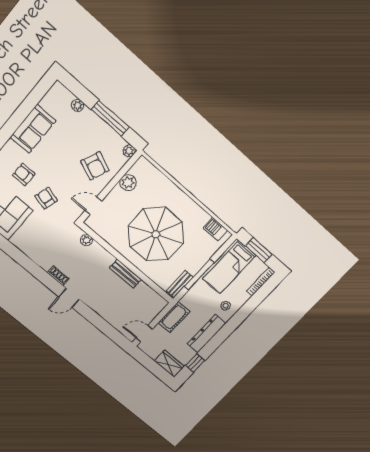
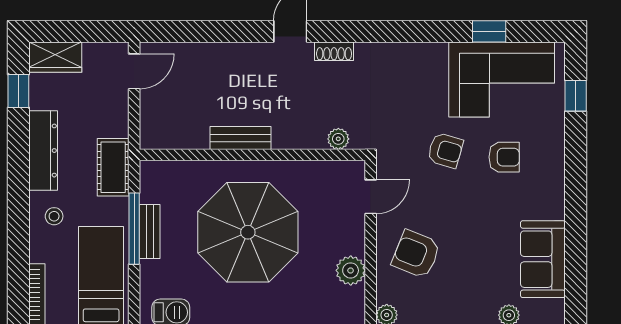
sofa: (33, 129) -> (543, 259), moved
bench: (180, 284) -> (150, 232), moved
cot: (174, 317) -> (113, 167), moved

